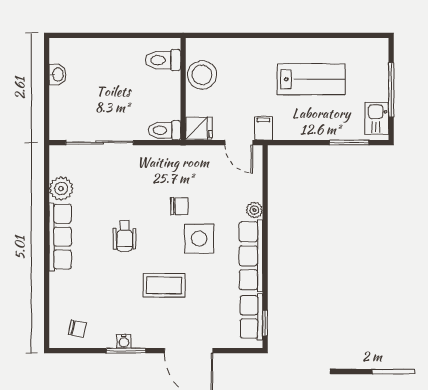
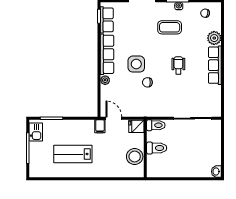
toilet: (163, 60) -> (157, 148), moved
washbasin: (57, 75) -> (216, 171), moved
plant: (61, 189) -> (214, 38), moved
coffee table: (164, 285) -> (170, 27), moved

